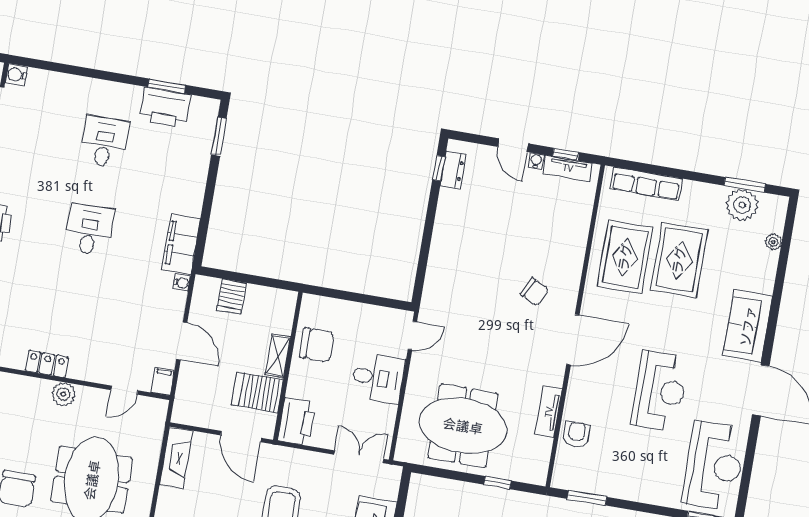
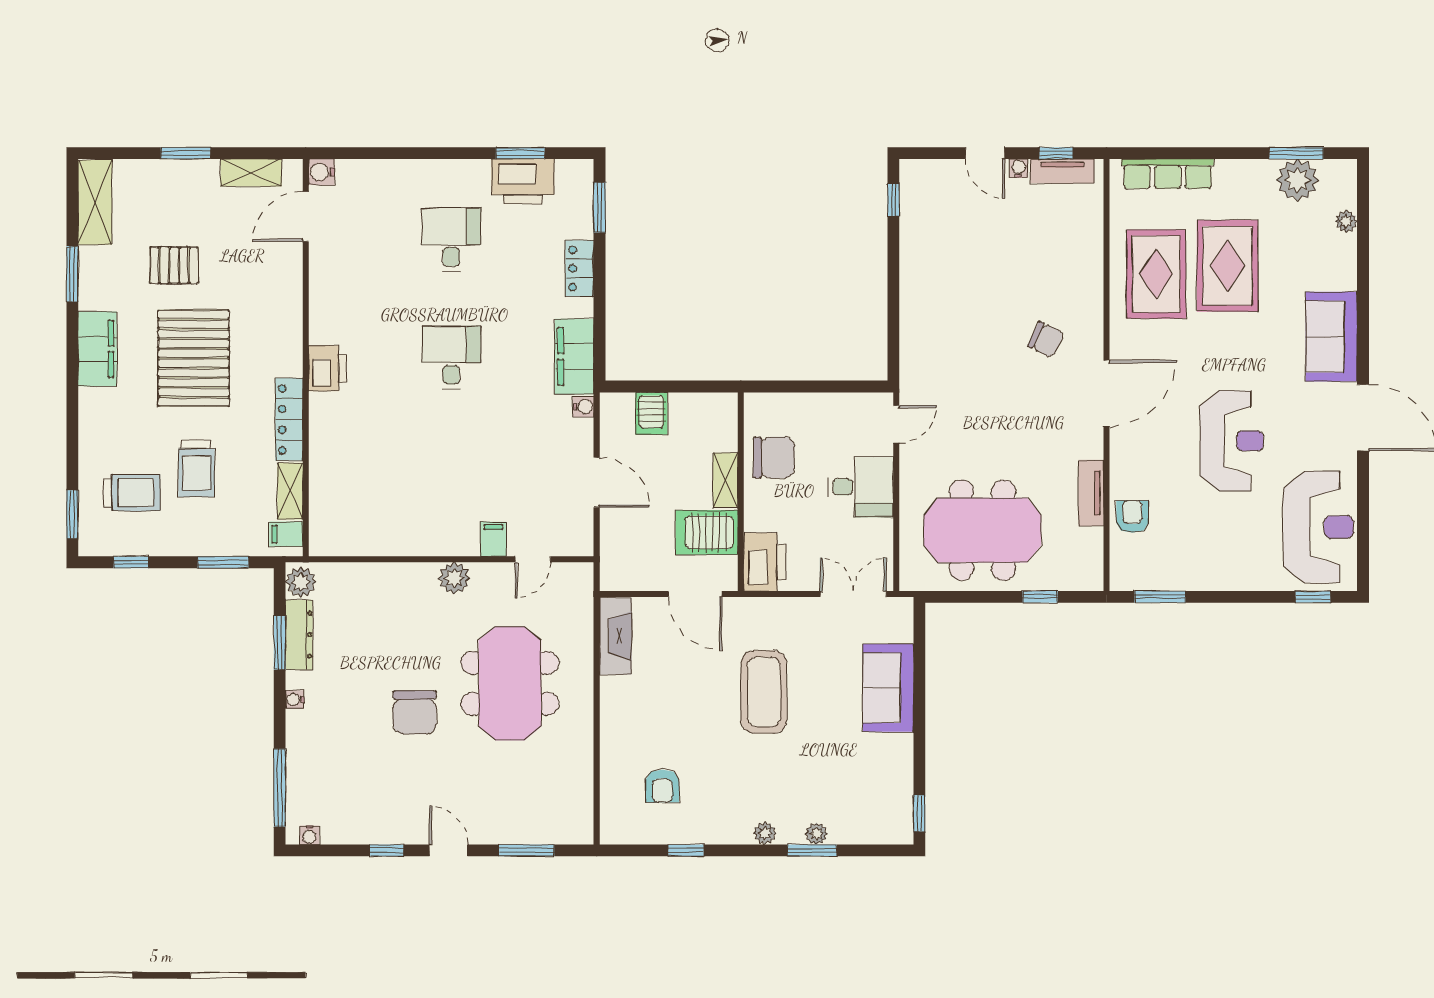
dresser: (453, 170) -> (912, 199), removed
locker: (47, 364) -> (580, 268), moved, turned -90
filing cabinet: (163, 381) -> (493, 539), moved

